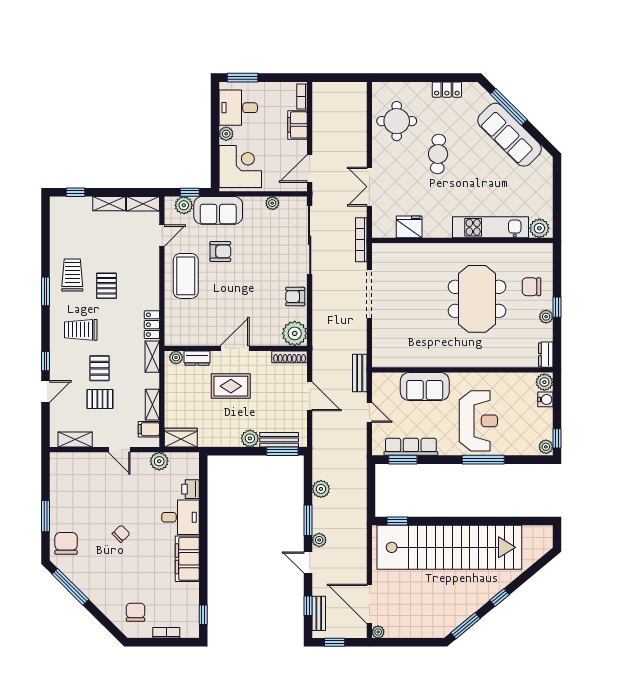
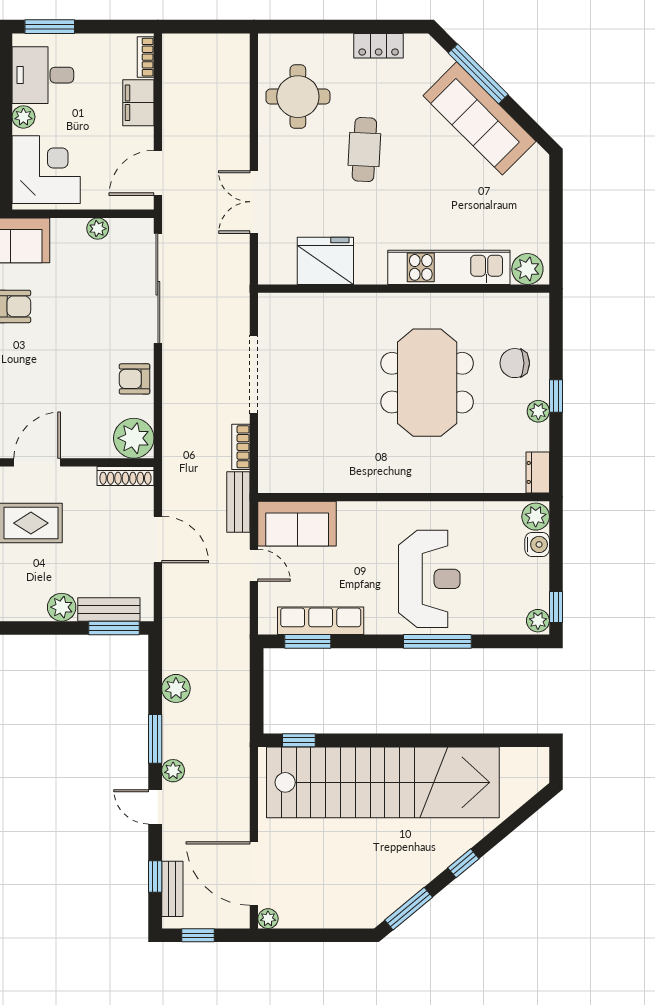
fridge: (409, 227) -> (325, 261), width x1.36, depth x1.34
bookcase: (361, 240) -> (241, 447), moved, width x0.64
sofa: (425, 386) -> (297, 524), moved

